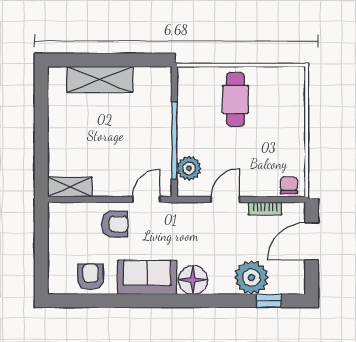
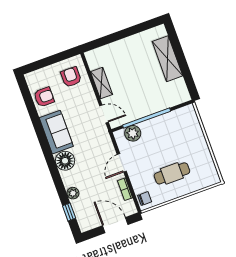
cafe table: (235, 99) -> (172, 173), moved
shelving: (70, 187) -> (101, 83), moved
door: (226, 199) -> (122, 163), swing flipped
armchair: (115, 224) -> (71, 77), moved, turned 180
plant: (251, 278) -> (73, 193), width x0.53, depth x0.53

